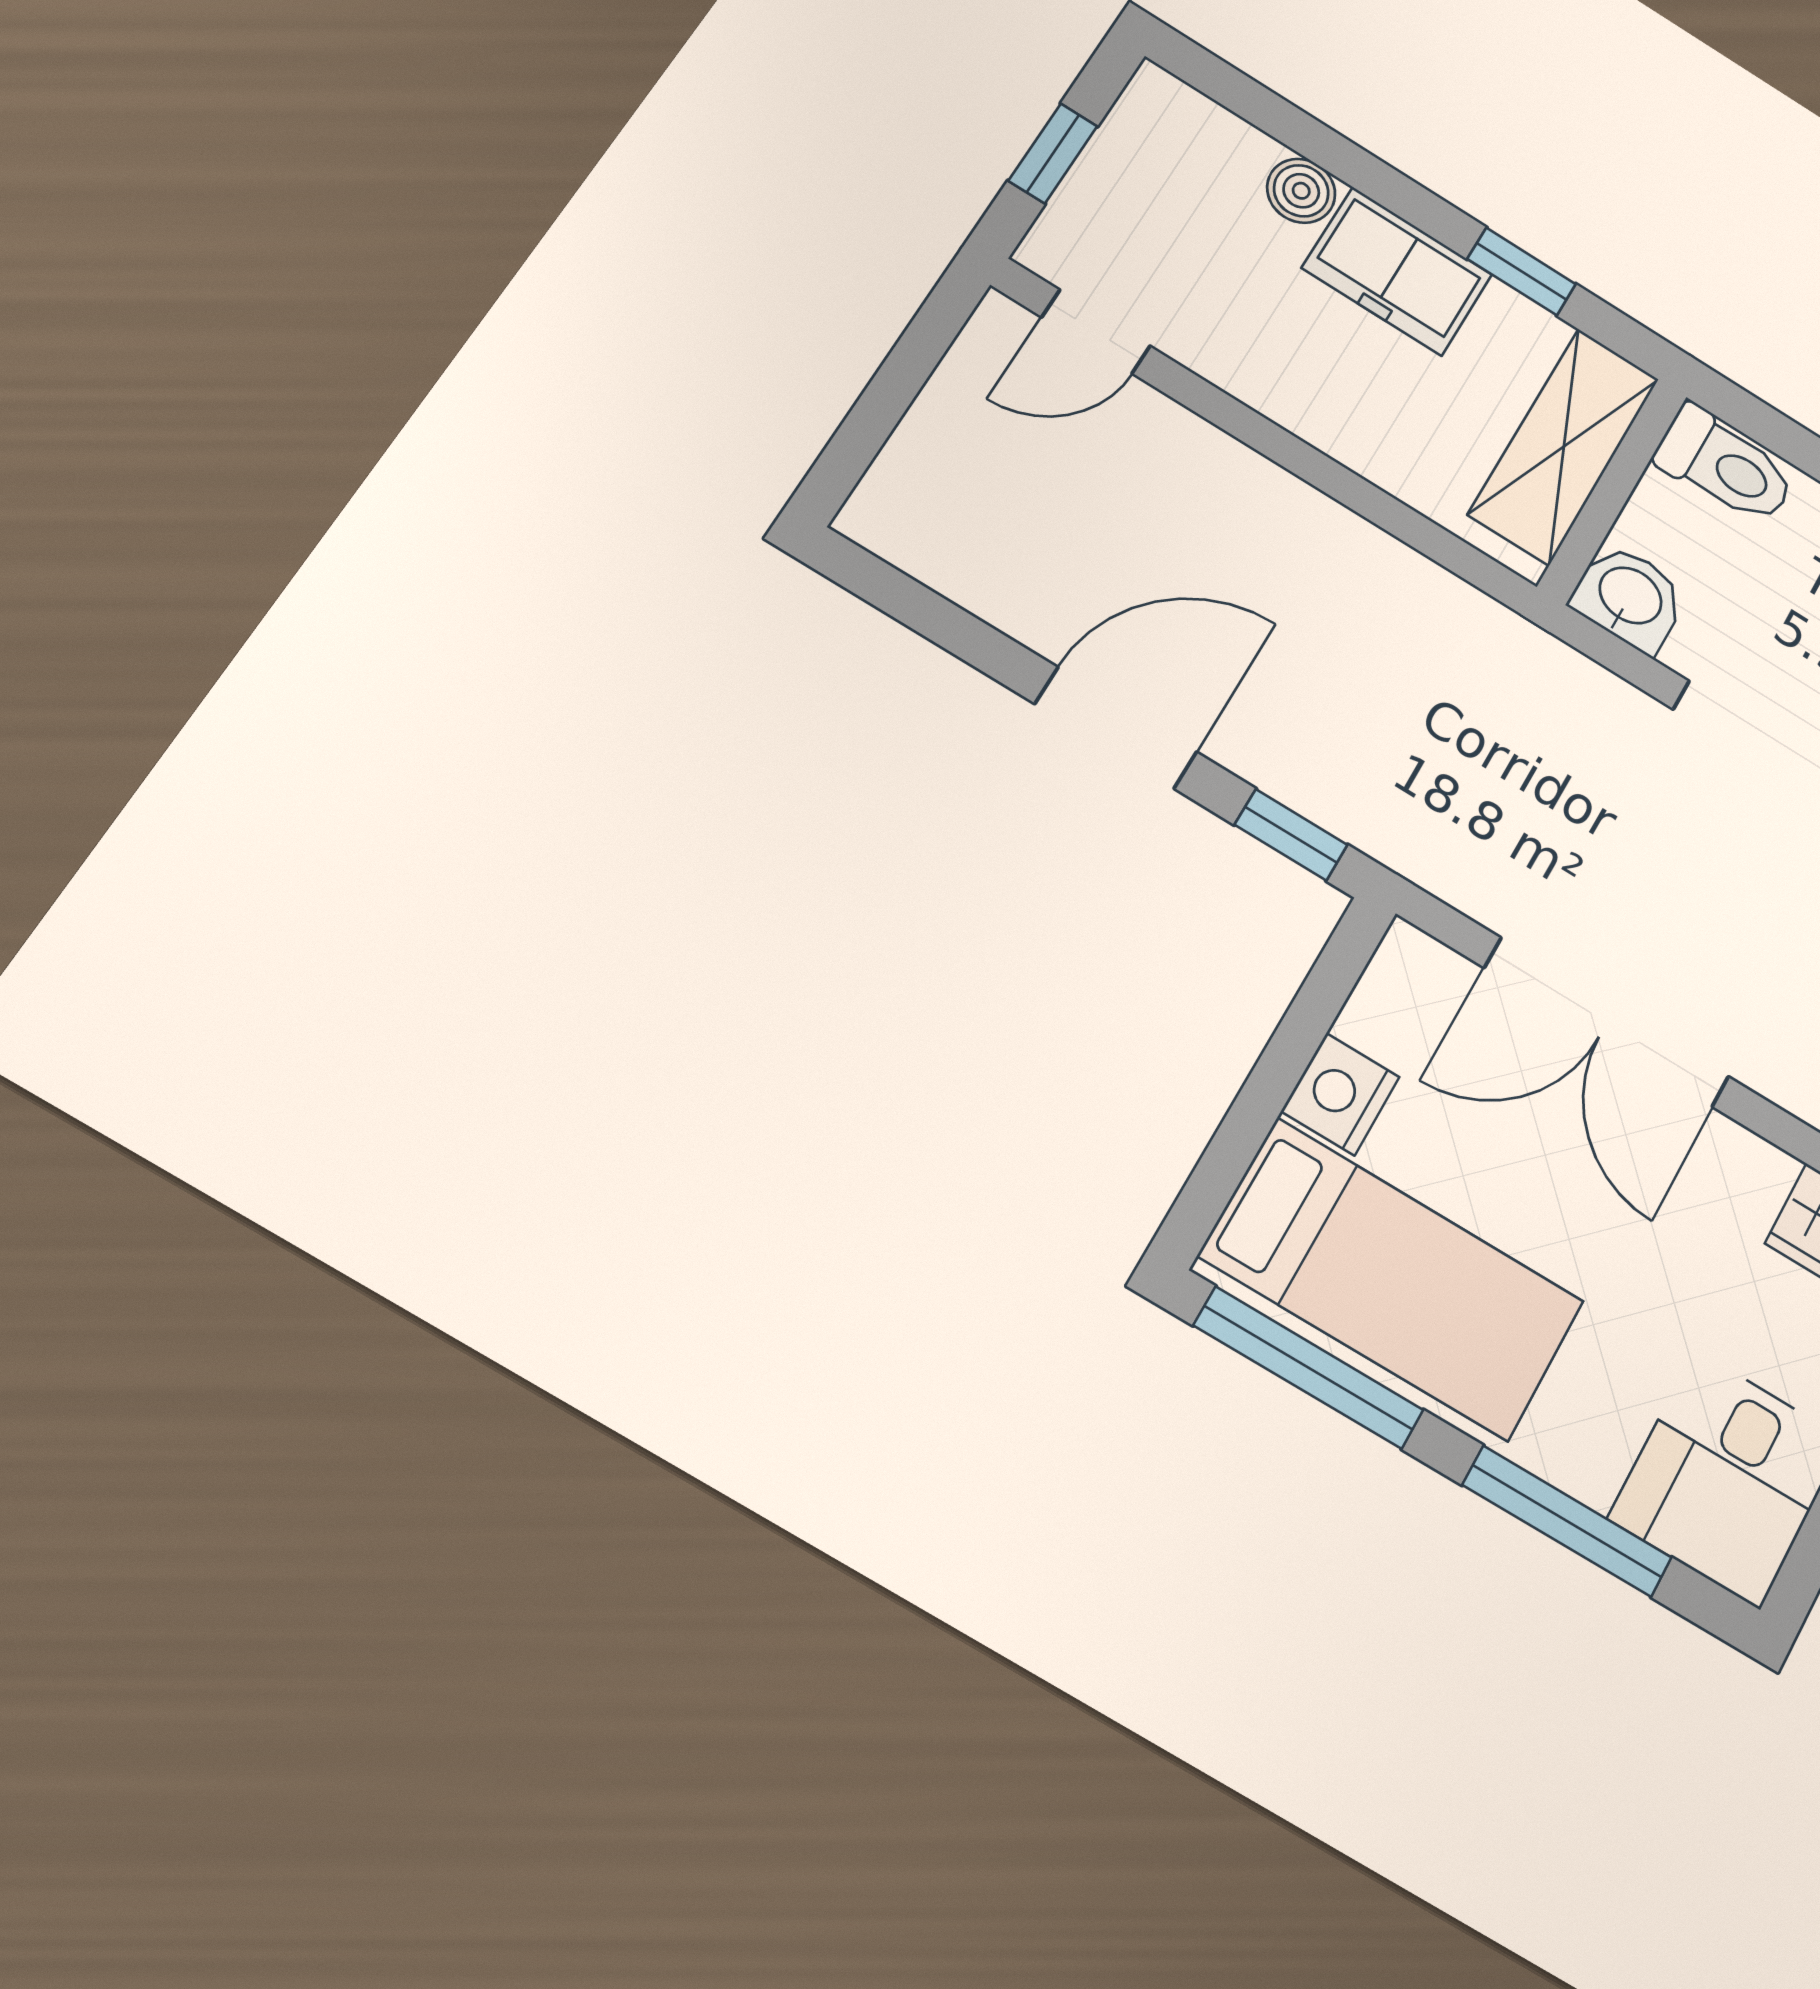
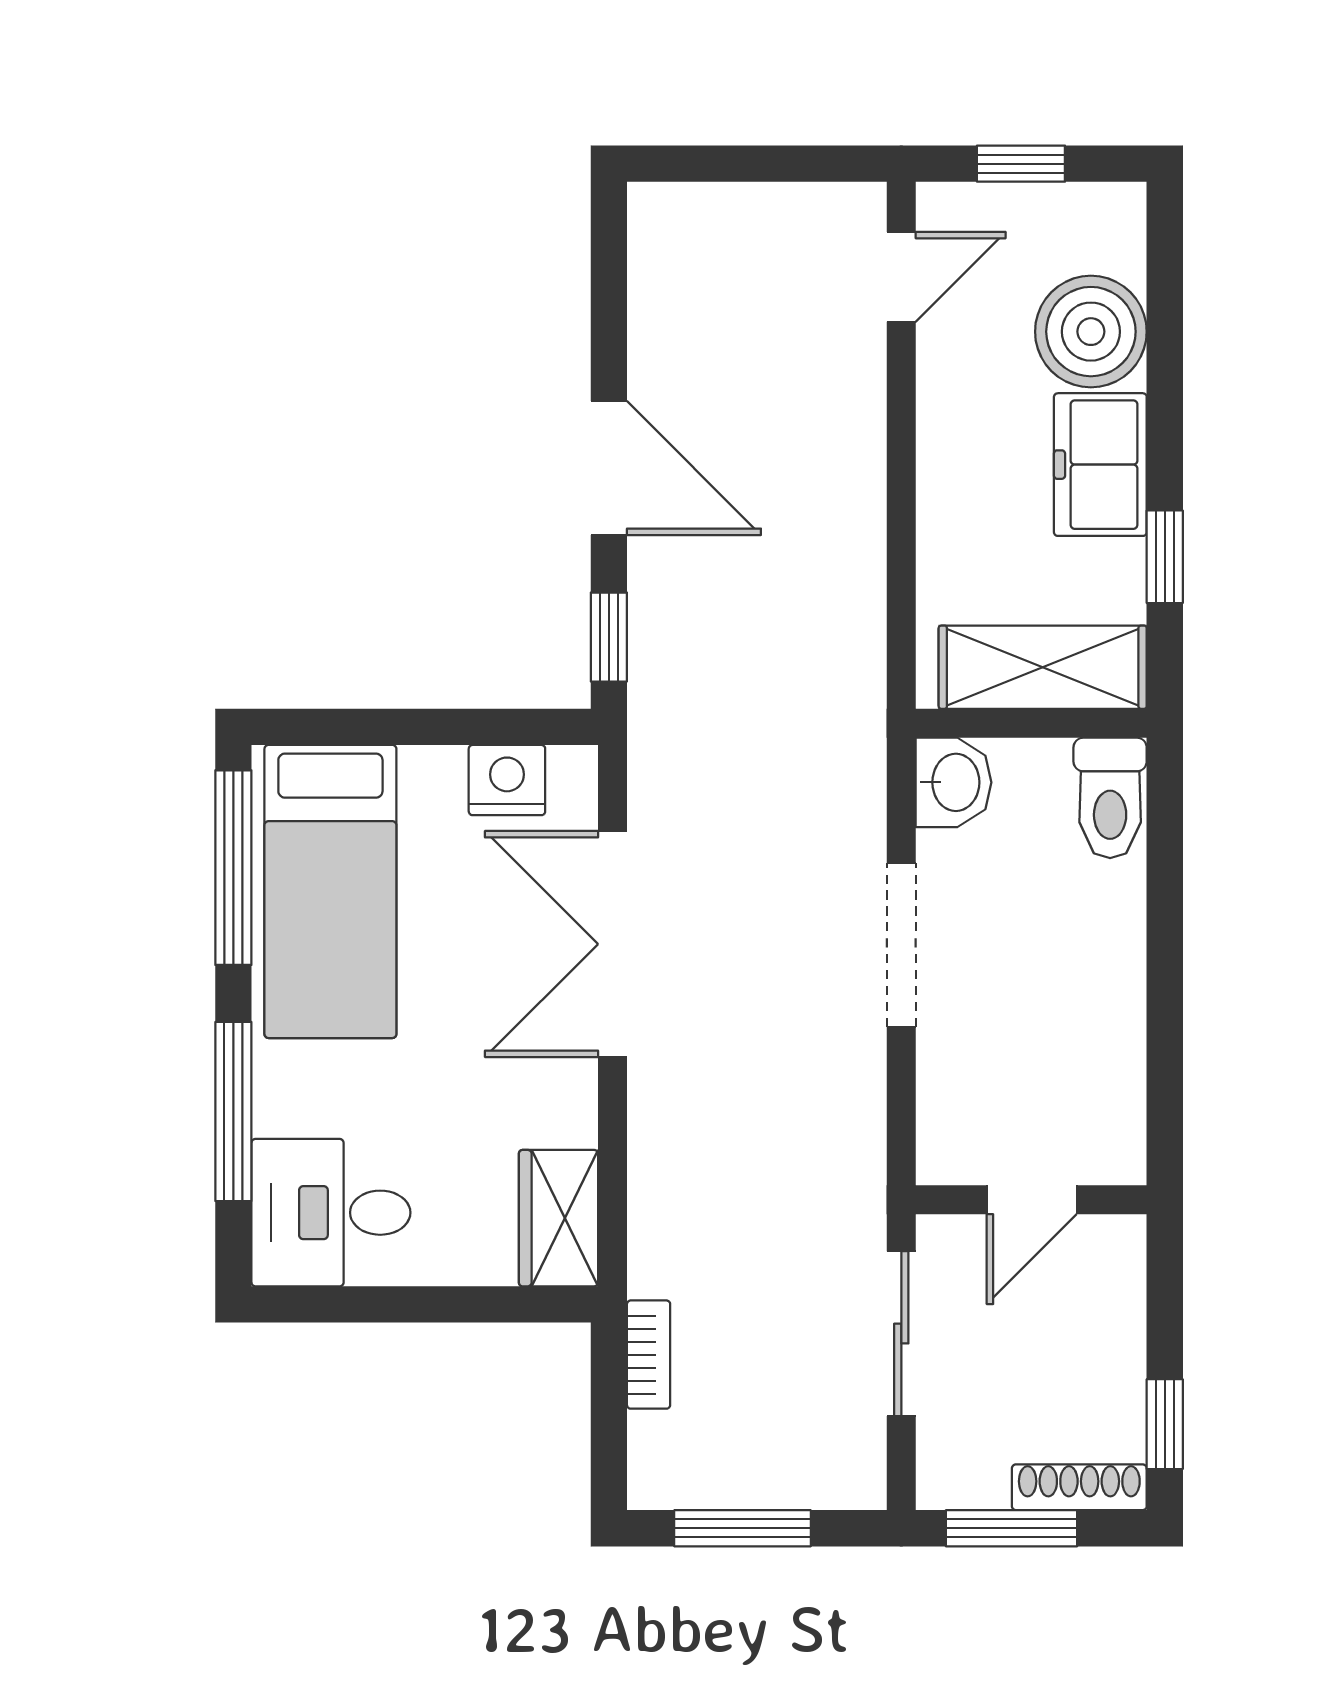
boiler: (1301, 191) -> (1091, 332), width x1.86, depth x1.86
door: (1096, 332) -> (901, 277), swing flipped
nightstand: (1340, 1094) -> (507, 780), moved

